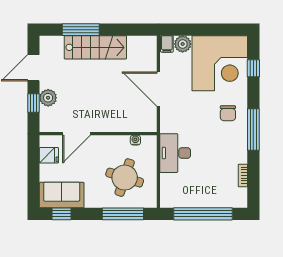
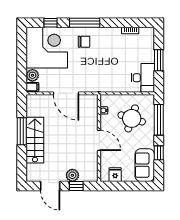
window: (81, 30) -> (22, 131), moved
door: (158, 89) -> (66, 93), hinge flipped
window: (253, 130) -> (85, 23), moved
door: (77, 134) -> (99, 140), moved
desk: (175, 153) -> (143, 78), moved, turned -90
window: (62, 214) -> (159, 153), moved
window: (203, 214) -> (159, 60), width x0.47

